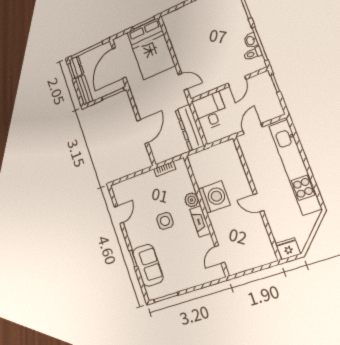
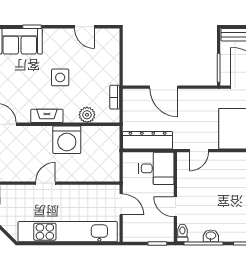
toilet: (253, 54) -> (182, 233), moved
plant: (192, 200) -> (87, 115), moved

